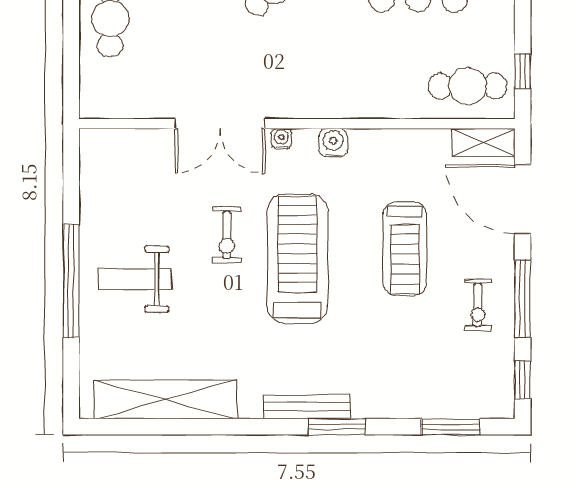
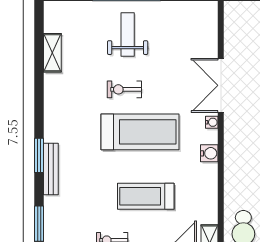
exercise bike: (227, 235) -> (124, 89), moved
shelving: (166, 400) -> (52, 53), width x0.45, depth x0.75
bench: (307, 407) -> (51, 169), moved

